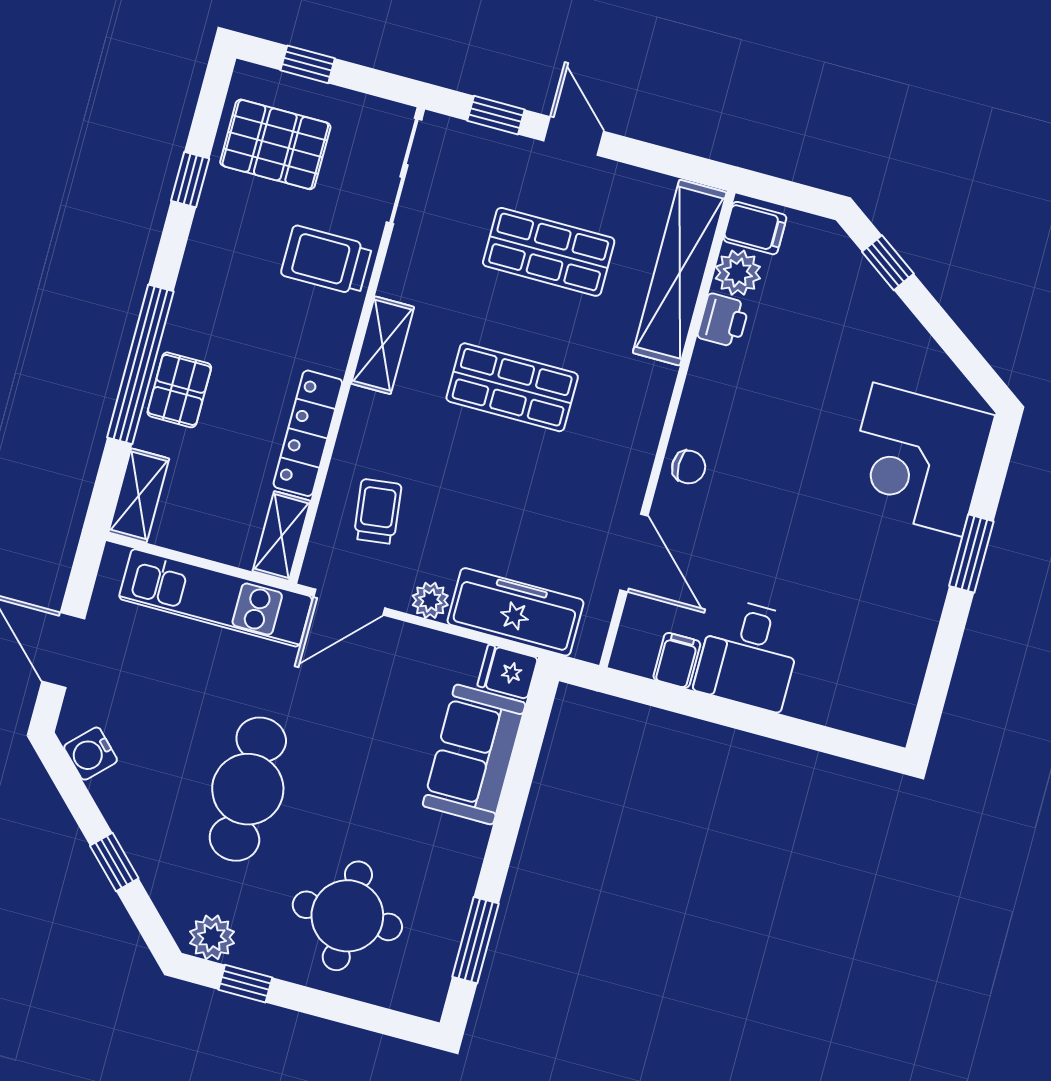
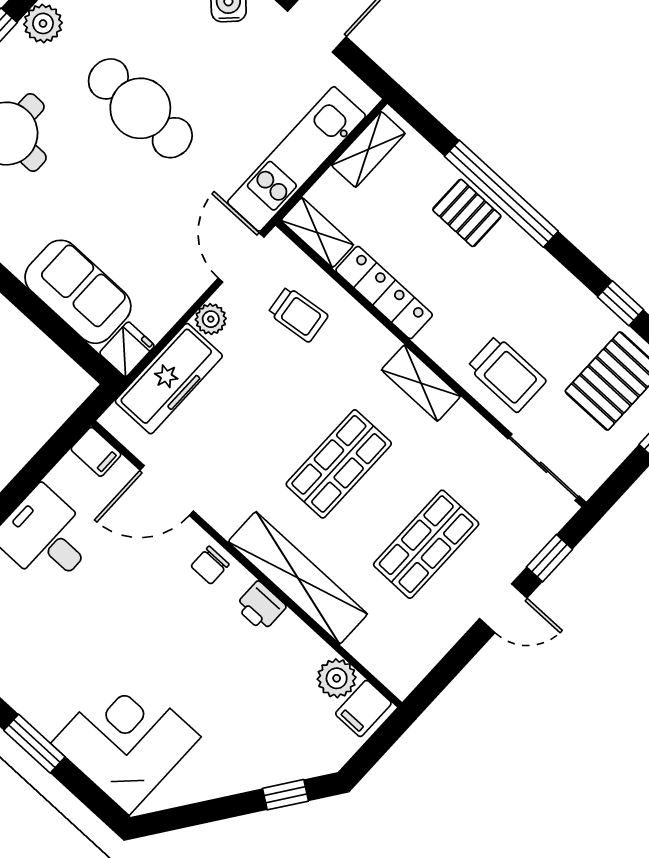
trolley: (326, 260) -> (507, 374), turned 90
shelving: (680, 273) -> (298, 578), moved
printer: (723, 320) -> (260, 606), moved
shelving: (139, 495) -> (368, 149), moved, turned 90
filing cabinet: (677, 660) -> (96, 452), moved

